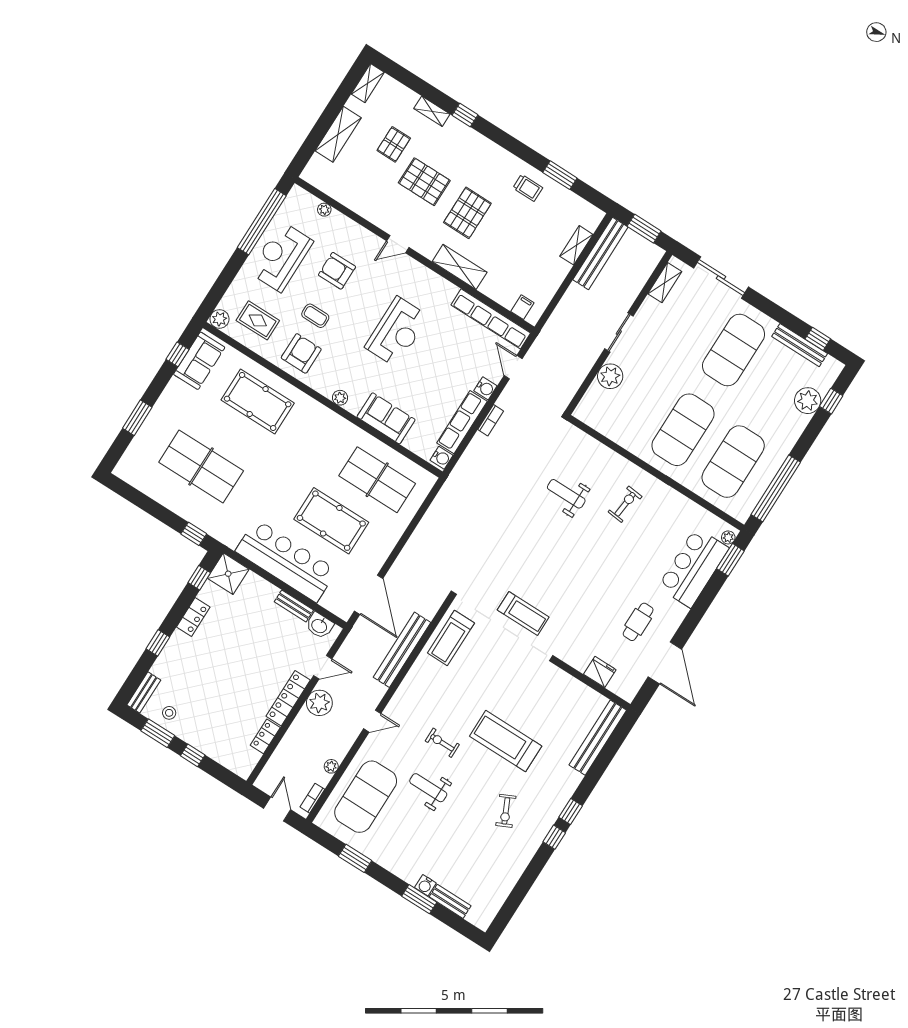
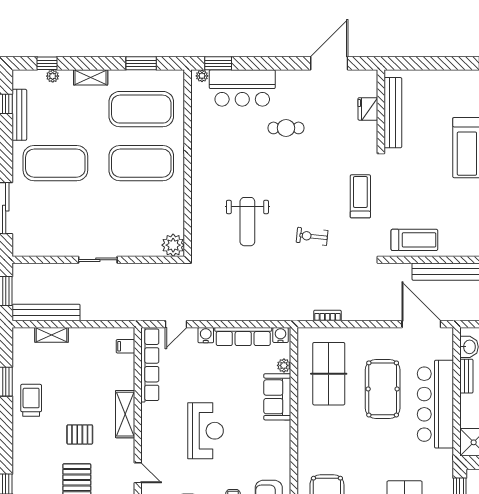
trolley: (528, 188) -> (31, 400), width x1.36, depth x1.39
pallet: (467, 213) -> (80, 434), width x0.67, depth x0.71
shelving: (665, 283) -> (91, 77), moved
reception desk: (397, 332) -> (206, 431), turned 90
plant: (610, 376) -> (173, 245), moved
plant: (340, 398) -> (284, 365), moved
plant: (808, 401) -> (53, 76), width x0.53, depth x0.53
bookcase: (491, 420) -> (327, 315), moved
window: (776, 488) -> (141, 63), width x0.47
weight bench: (566, 494) -> (247, 222), width x1.36, depth x1.33
exercise bike: (625, 504) -> (312, 236), moved
door: (369, 595) -> (421, 324), hinge flipped
cafe table: (638, 622) -> (286, 128), moved
bench: (598, 738) -> (393, 113), moved, turned 90

